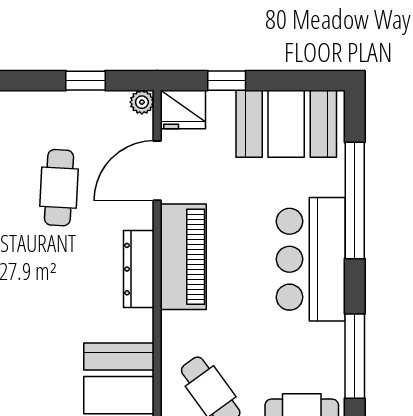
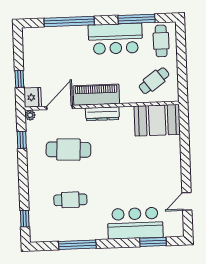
booth: (286, 124) -> (37, 52), removed
door: (157, 171) -> (60, 107), swing flipped
cafe table: (59, 188) -> (68, 150), width x1.37, depth x1.35
bar counter: (311, 259) -> (115, 39), moved

